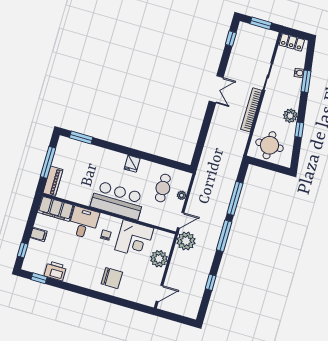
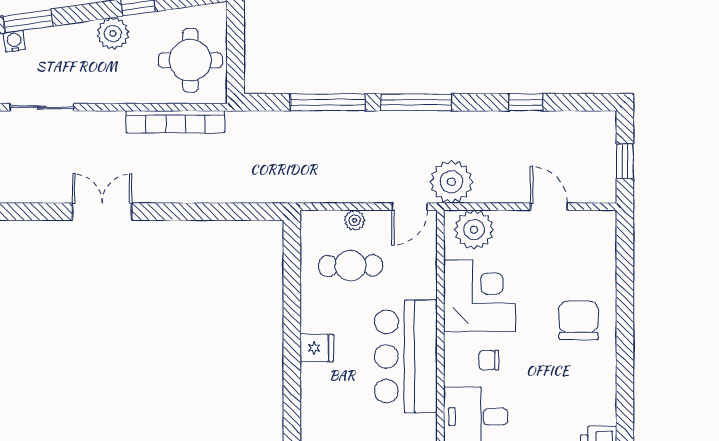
bookcase: (251, 110) -> (175, 122), moved
door: (181, 220) -> (410, 207), swing flipped
plant: (159, 259) -> (474, 230), moved
door: (160, 293) -> (549, 207), moved
window: (174, 317) -> (625, 161), added

